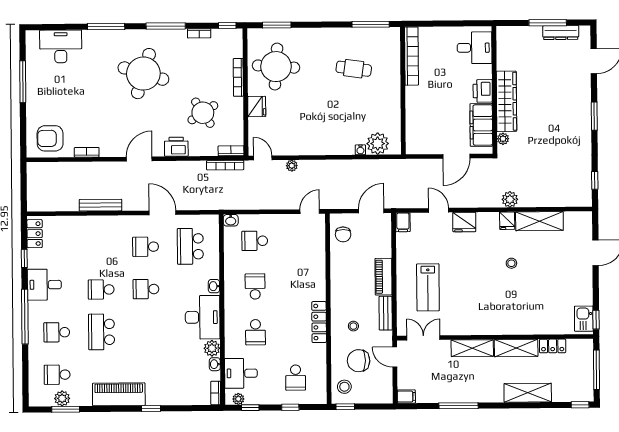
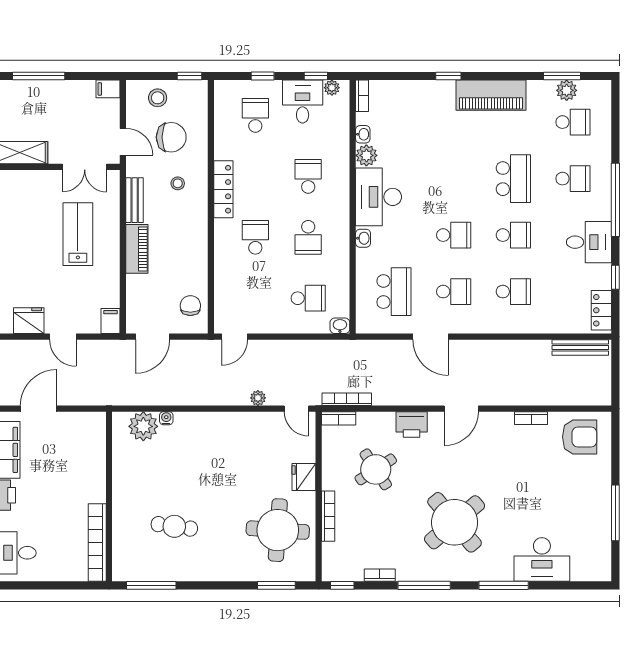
desk: (61, 46) -> (542, 559), moved
round table: (143, 74) -> (455, 522), turned 33
bench: (100, 205) -> (580, 348), moved
school desk: (101, 247) -> (513, 292), added
school desk: (295, 286) -> (255, 237), added
desk: (241, 373) -> (303, 102), moved, turned -90
stool: (344, 387) -> (158, 98), moved

